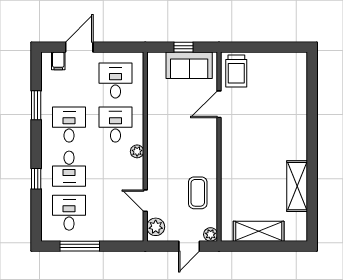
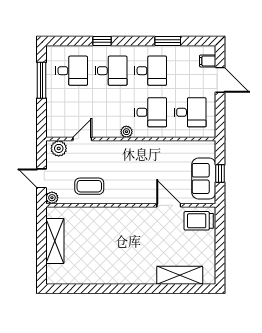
desk: (69, 169) -> (111, 71), turned 180
shelving: (297, 186) -> (180, 275), moved

